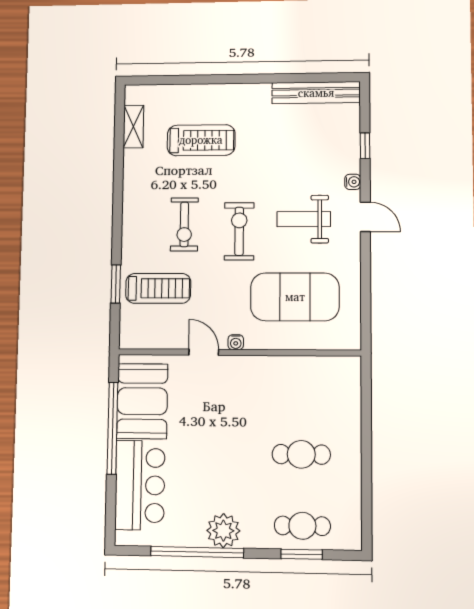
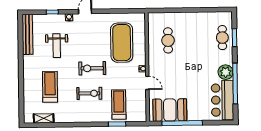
weight bench: (304, 219) -> (57, 46), moved
door: (204, 352) -> (147, 83), swing flipped
cafe table: (301, 454) -> (168, 40), moved
bar counter: (140, 485) -> (222, 100), moved, turned -90

